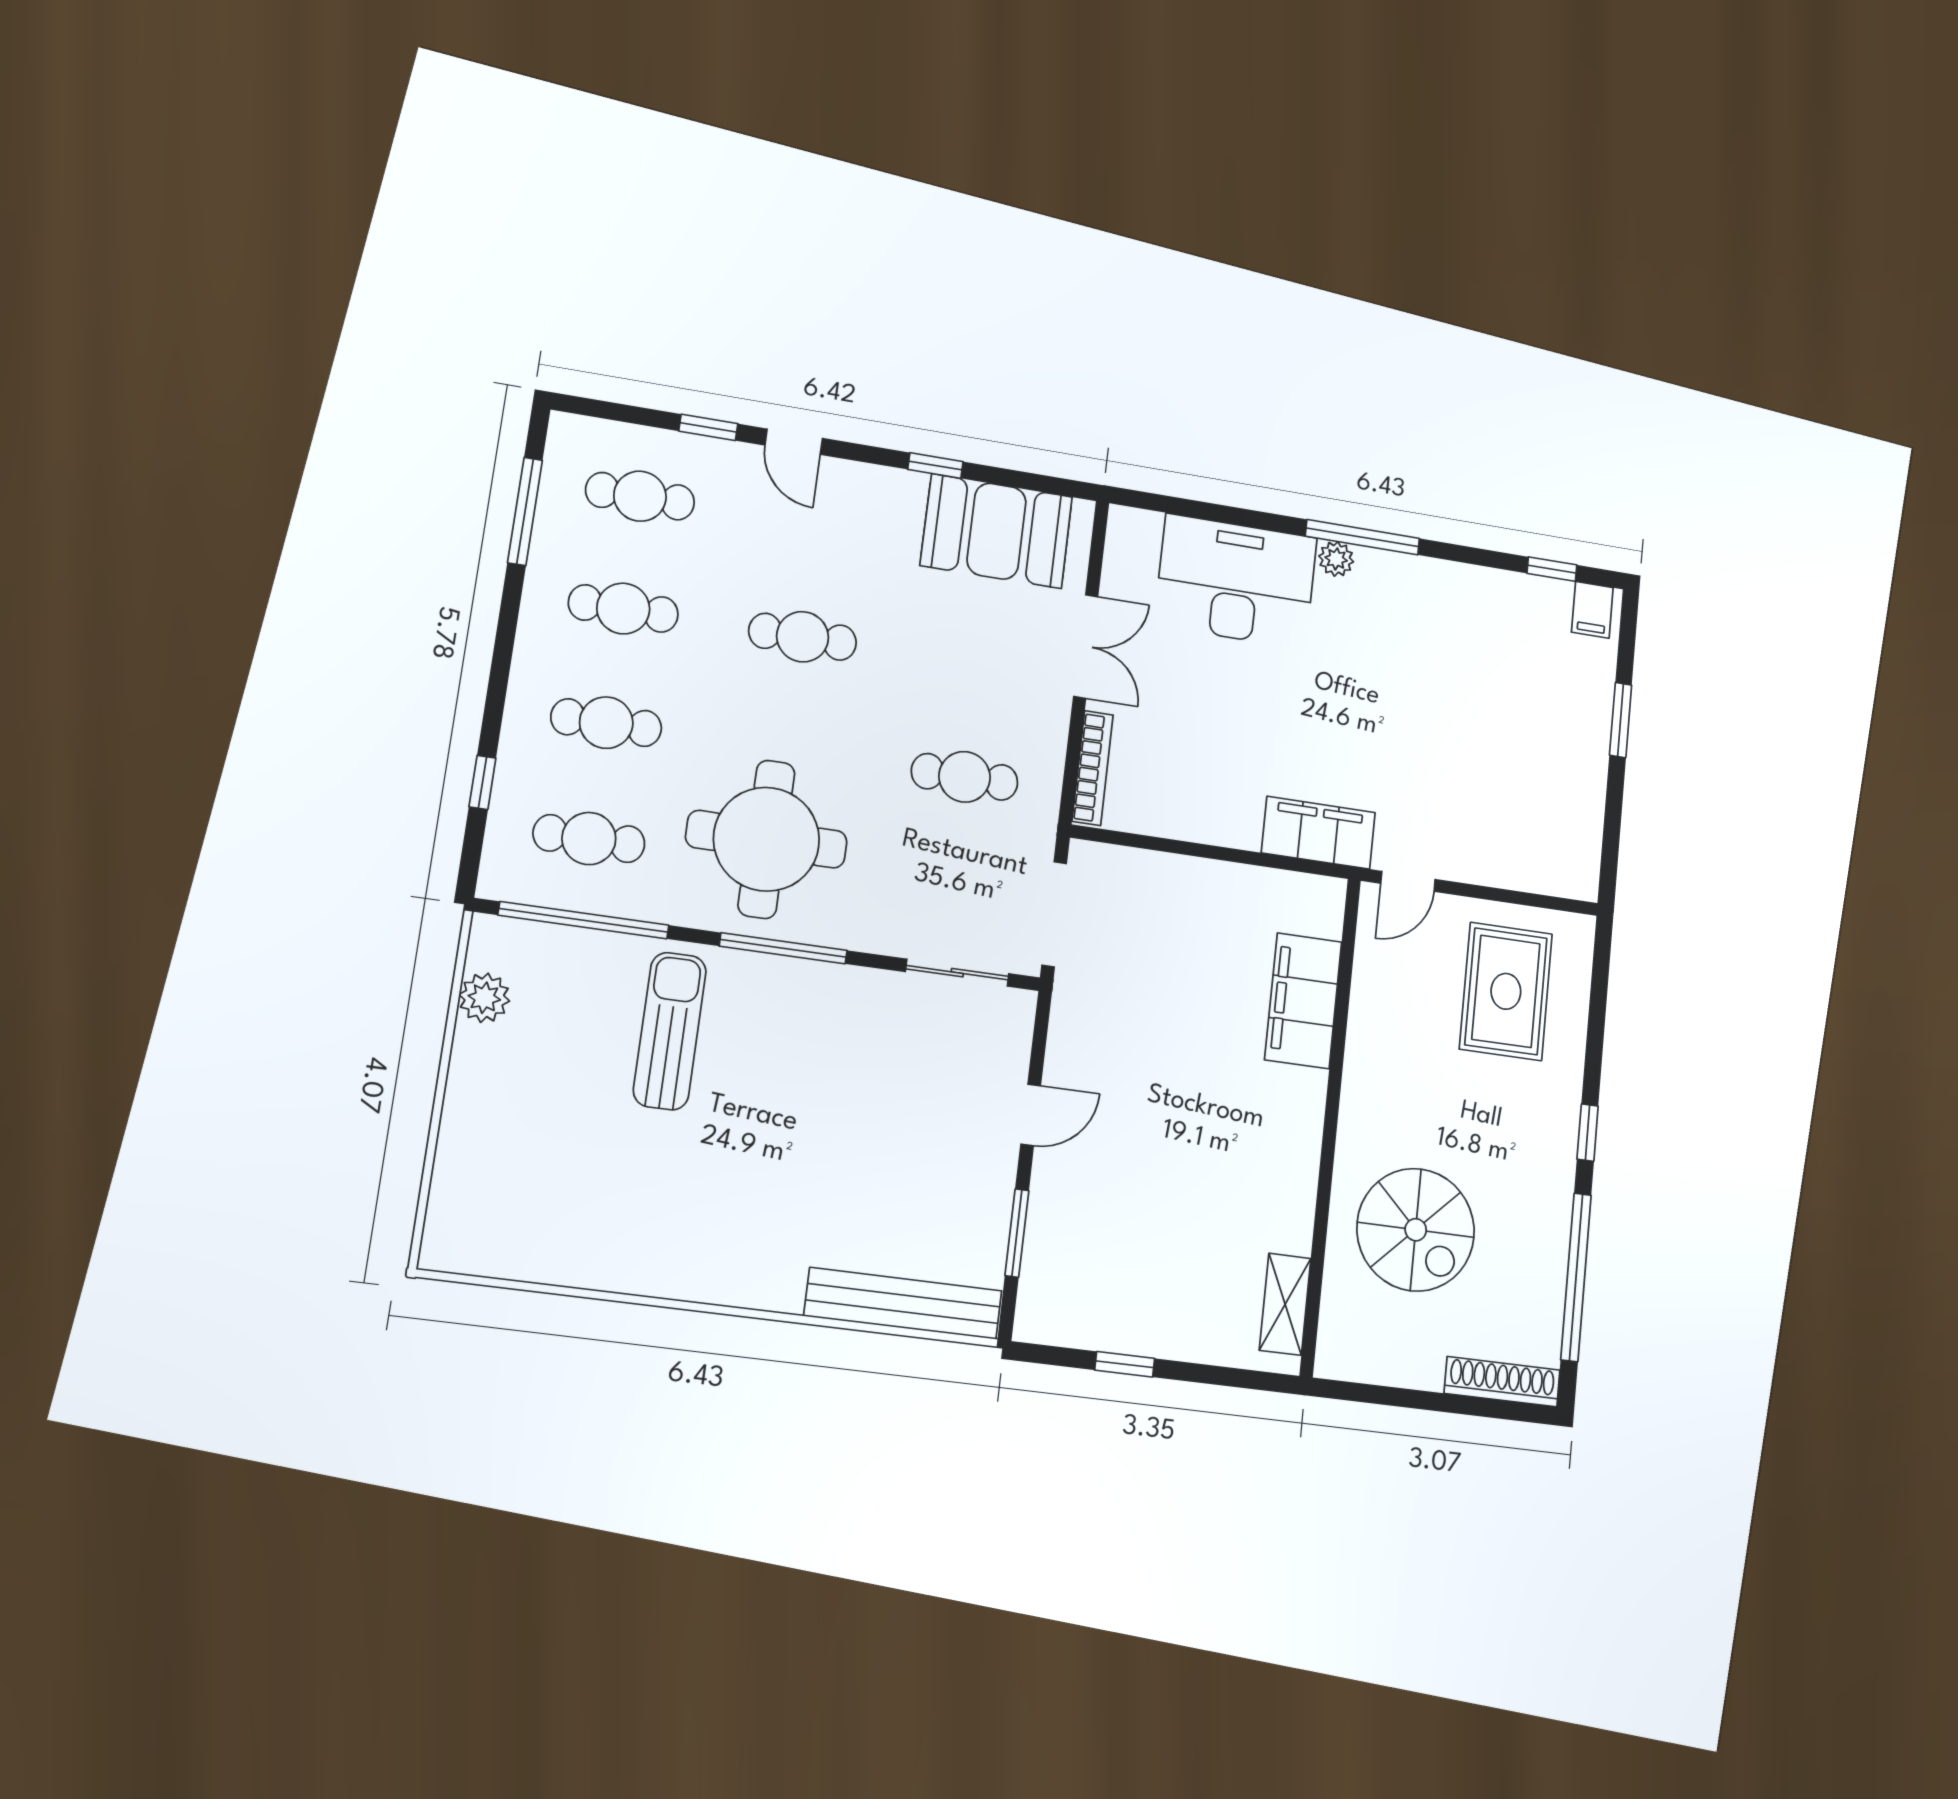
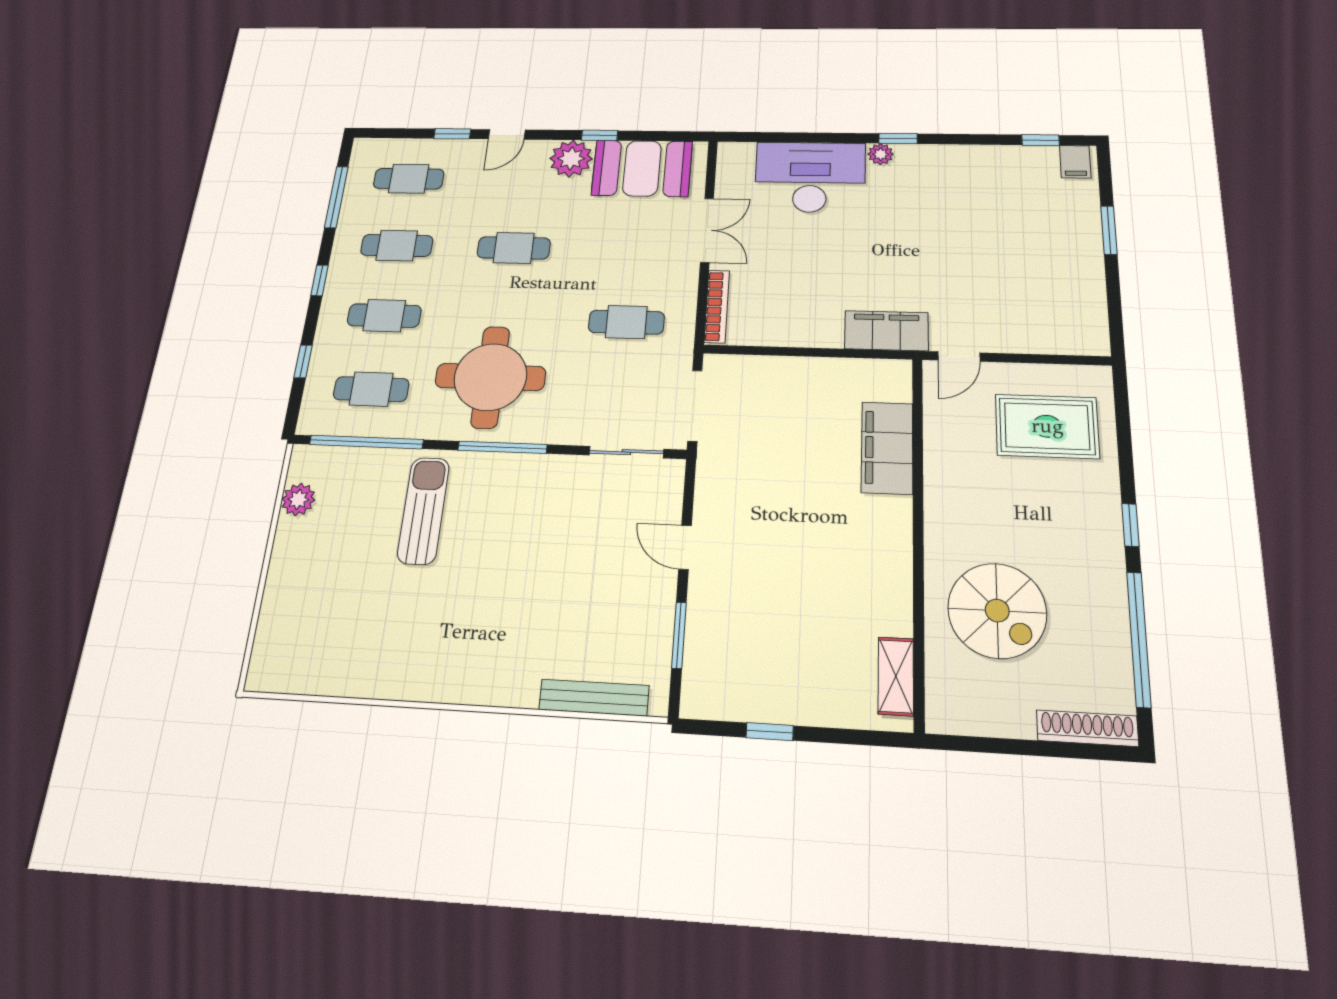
door: (794, 442) -> (507, 134), hinge flipped
plant: (892, 499) -> (571, 159), added
window: (1362, 537) -> (898, 139), width x0.46
window: (503, 651) -> (319, 280), added
rug: (1506, 991) -> (1047, 426), turned 90
door: (1031, 1115) -> (685, 547), swing flipped
bench: (903, 1303) -> (594, 698), width x0.73, depth x0.82

